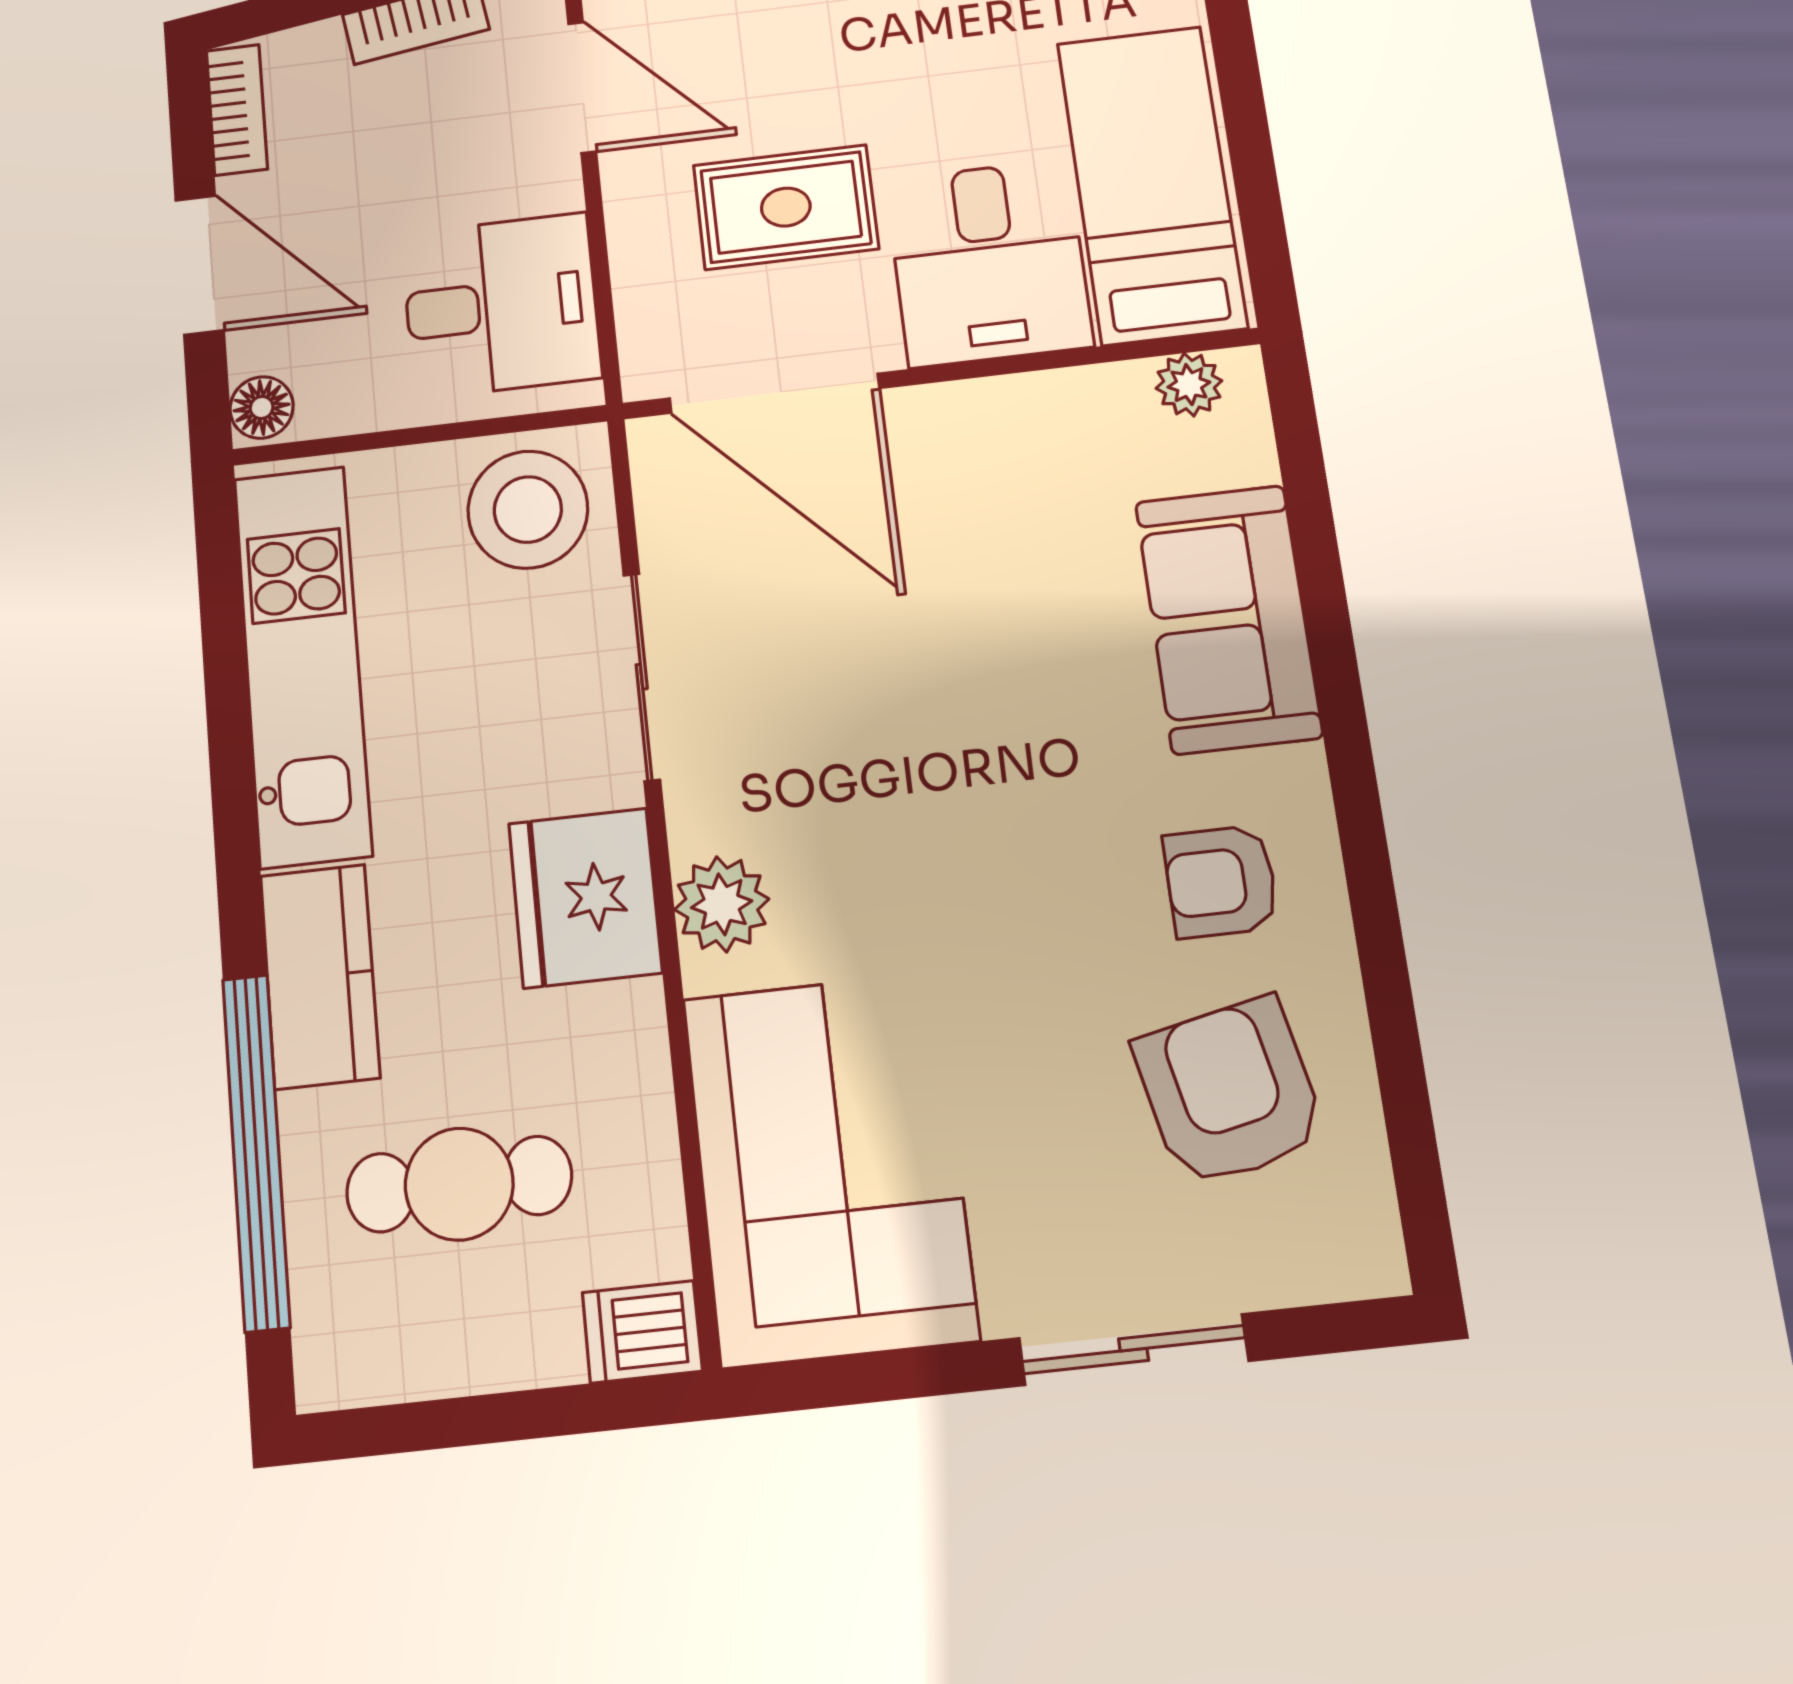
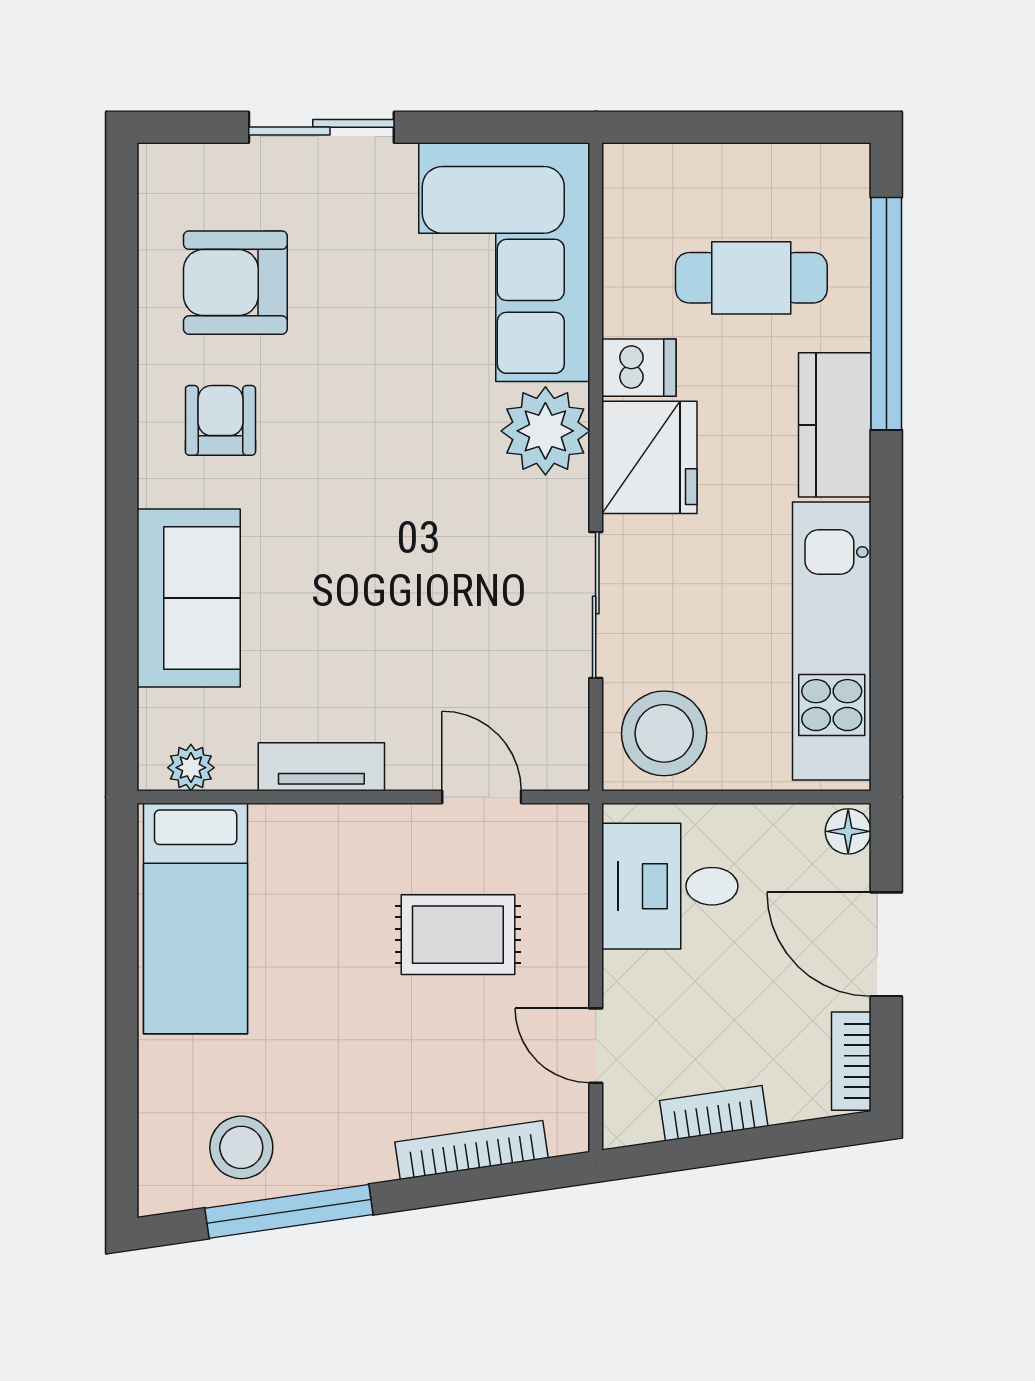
door: (582, 87) -> (596, 1046), width x0.73
desk: (989, 263) -> (319, 874), removed
door: (774, 393) -> (482, 797), width x0.53
tv unit: (1005, 407) -> (321, 767), added
armchair: (1221, 882) -> (220, 420), turned -90
plant: (722, 904) -> (545, 431), width x1.36, depth x1.36
armchair: (1230, 1092) -> (235, 283), turned 102
dishwasher: (642, 1332) -> (639, 368), moved

